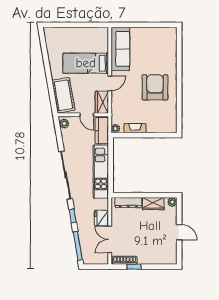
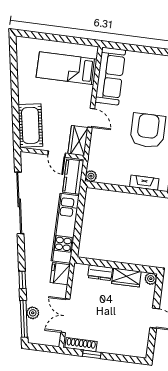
bed: (86, 63) -> (67, 68), moved
door: (110, 83) -> (91, 118), hinge flipped
plant: (64, 124) -> (33, 313), moved
fireplace: (135, 128) -> (144, 183), moved
sliding door: (66, 175) -> (19, 203), moved
dresser: (128, 203) -> (100, 273), width x0.70
fridge: (101, 218) -> (60, 274), moved

